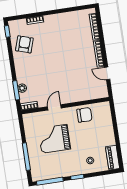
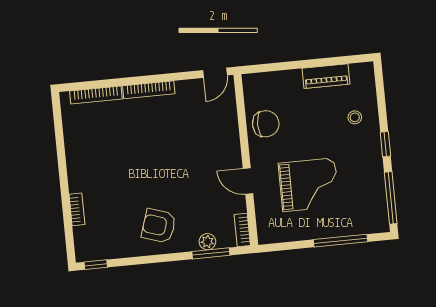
armchair: (24, 44) -> (159, 226), moved
door: (107, 73) -> (215, 73), moved
chair: (84, 115) -> (266, 124), turned 90
grand piano: (54, 139) -> (309, 185), turned -90
piano: (113, 158) -> (326, 76), moved

